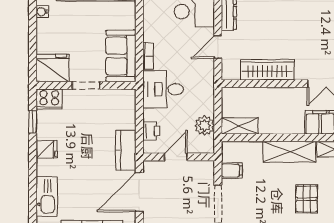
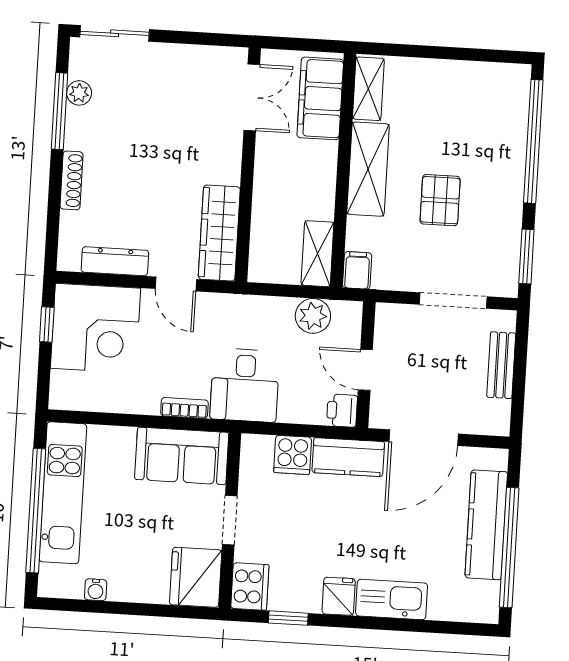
wardrobe: (267, 70) -> (219, 233), moved
cooker: (125, 119) -> (293, 455), added
printer: (151, 131) -> (342, 411), moved, turned -90
filing cabinet: (232, 170) -> (357, 270), moved
door: (139, 192) -> (424, 438), hinge flipped
kitchen sink: (47, 196) -> (392, 599), moved
pallet: (307, 199) -> (440, 200), moved, turned 90

